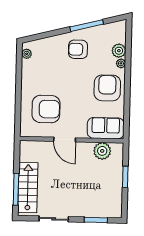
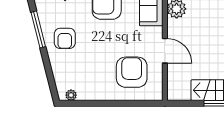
door: (65, 140) -> (165, 51), hinge flipped

